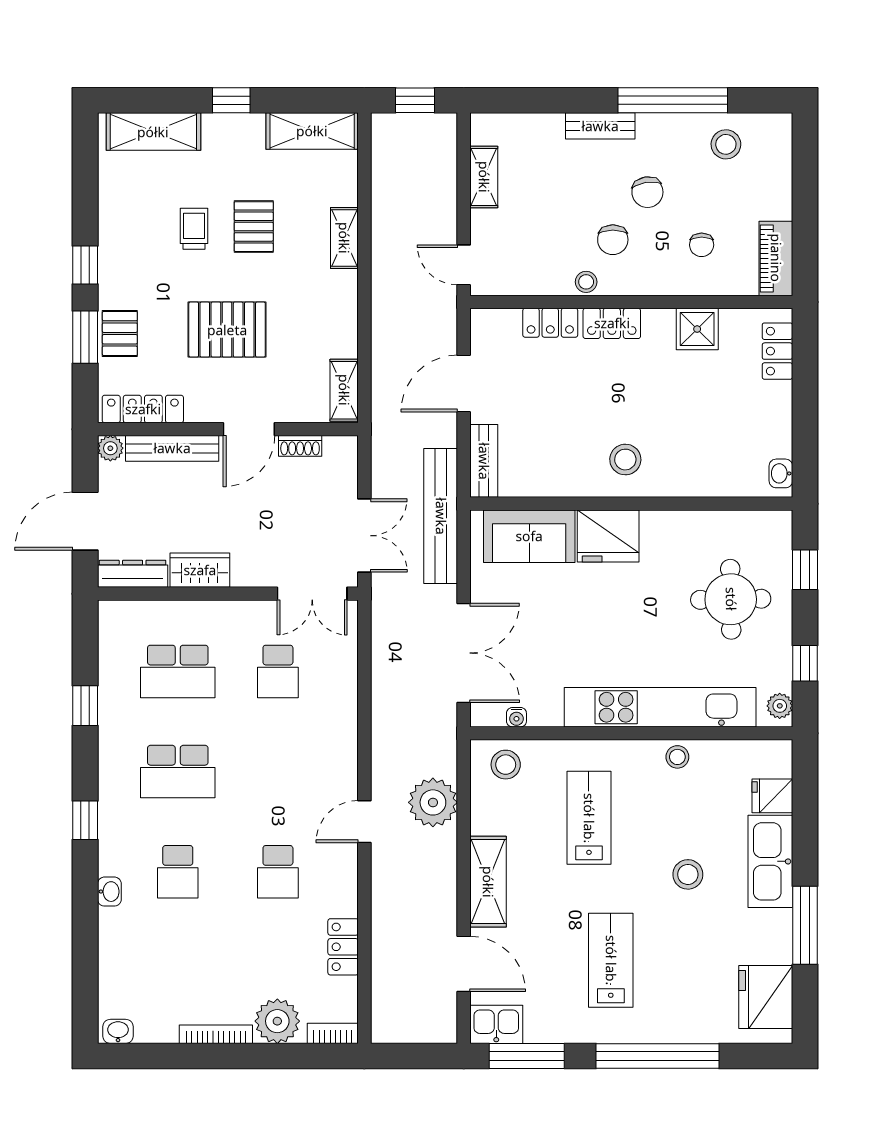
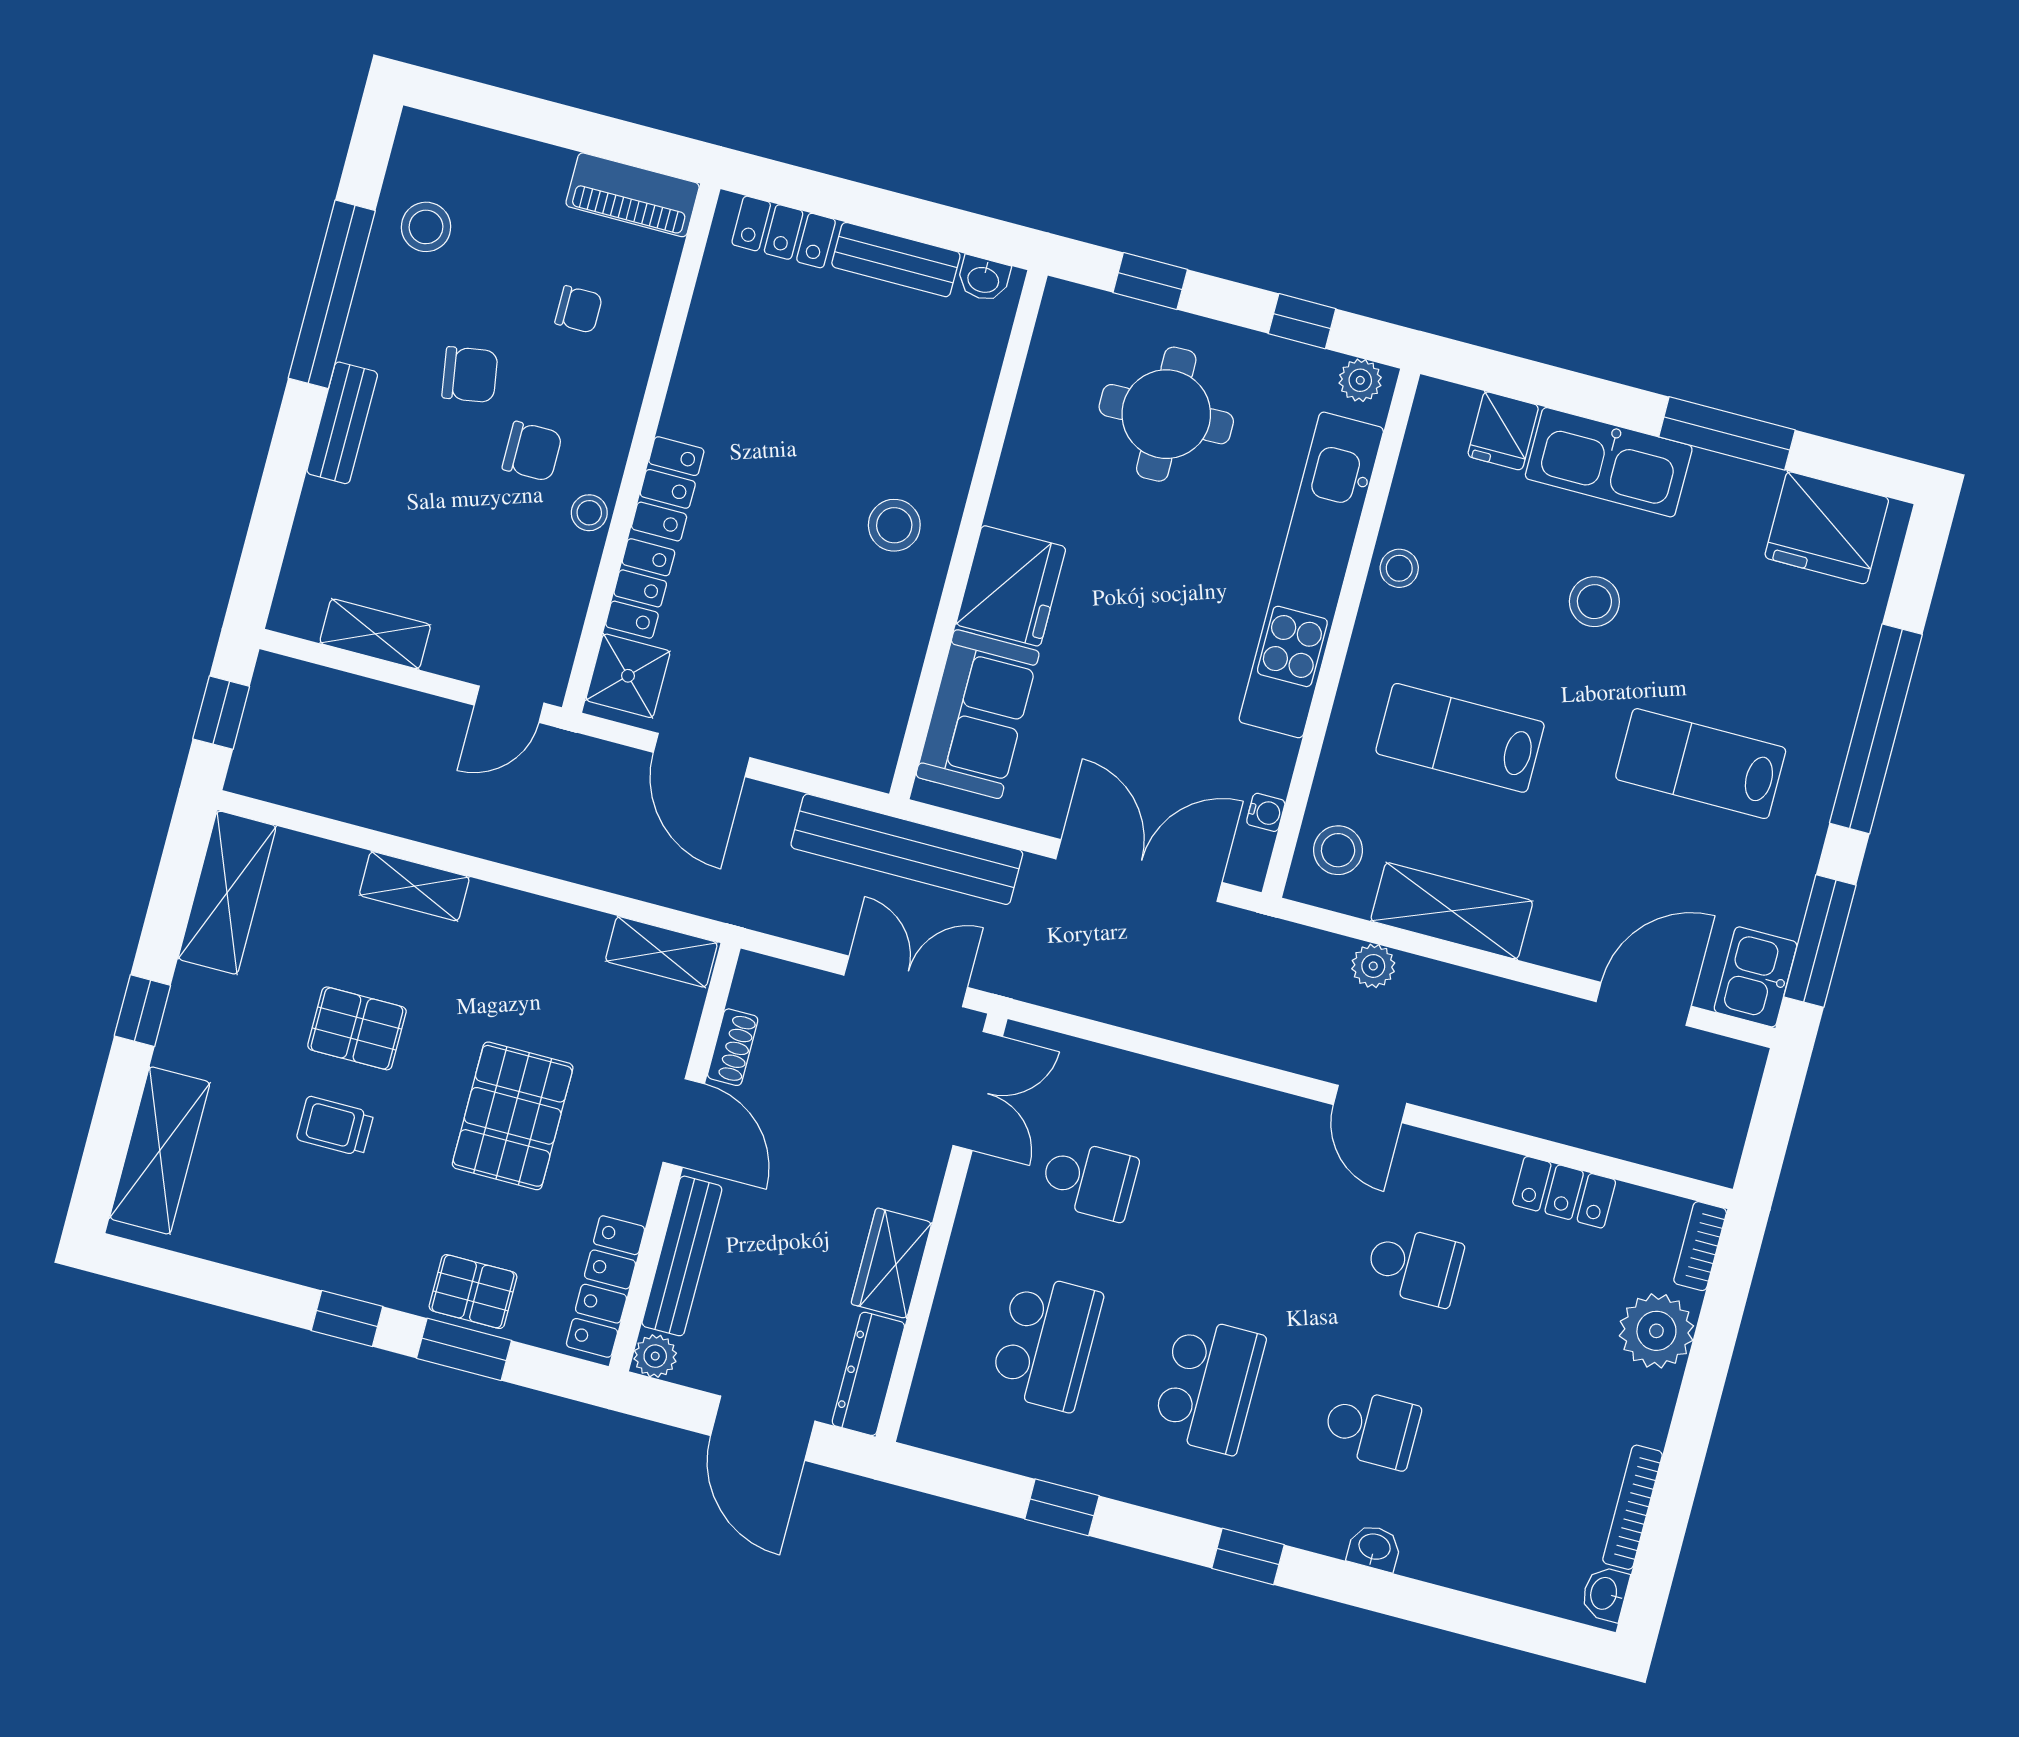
shower: (697, 329) -> (628, 676), moved
bench: (484, 461) -> (896, 260), moved
plant: (433, 802) -> (1373, 966), width x0.53, depth x0.53
shelving: (488, 882) -> (1452, 911), moved
bookcase: (216, 1034) -> (1632, 1507), moved

